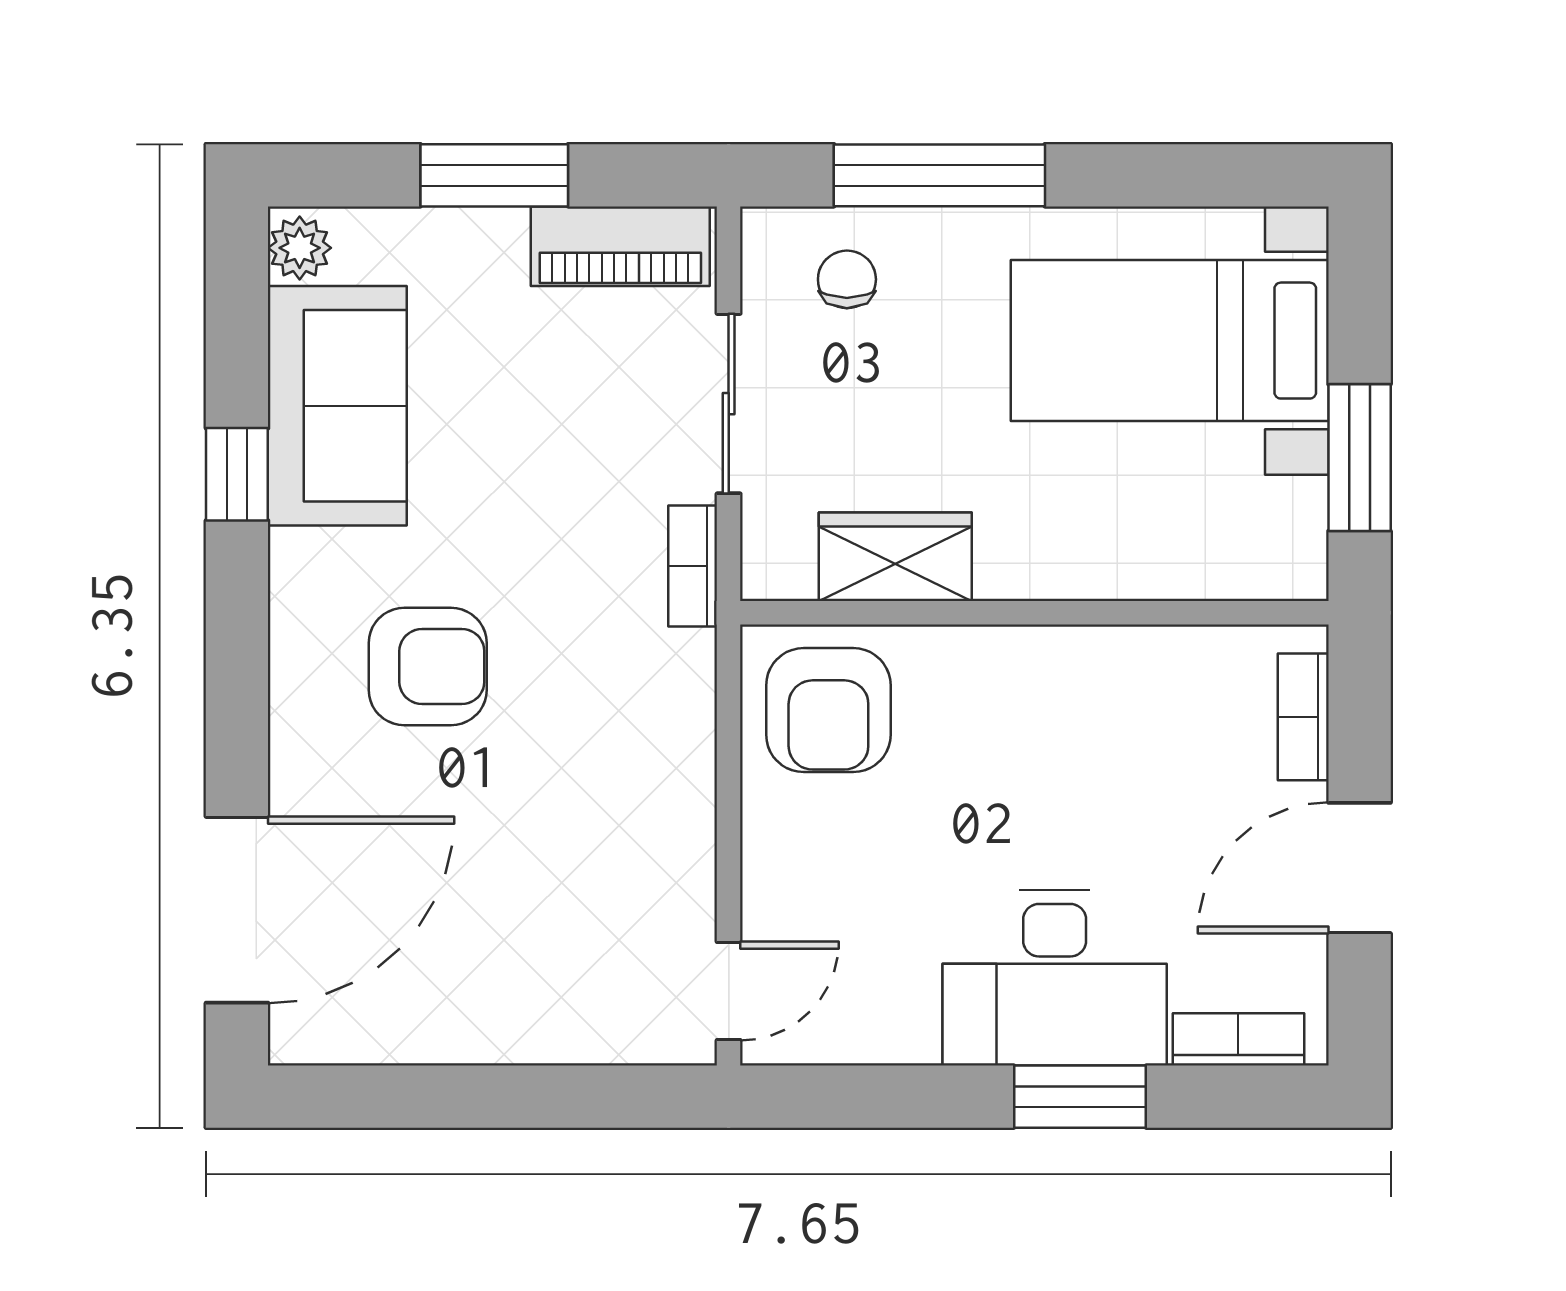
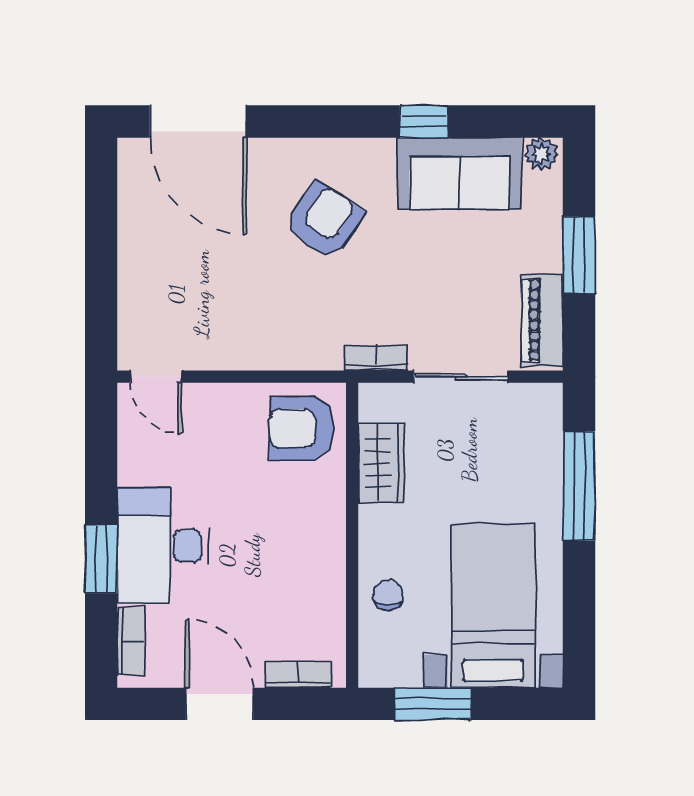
chair: (847, 279) -> (388, 595), moved, turned -90
armchair: (428, 667) -> (324, 220), turned -146

